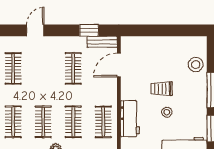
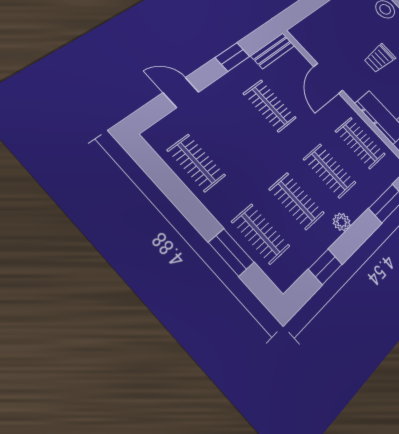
door: (35, 30) -> (181, 92), hinge flipped
window: (89, 30) -> (232, 57), moved
door: (119, 65) -> (328, 78), moved

